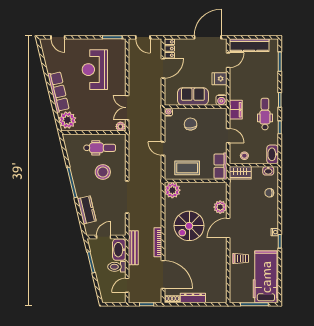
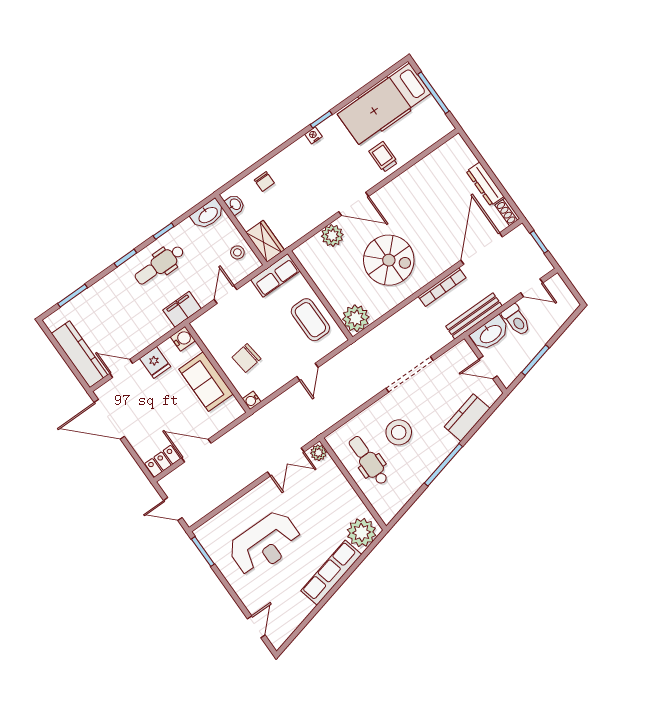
door: (143, 37) -> (173, 509), swing flipped

